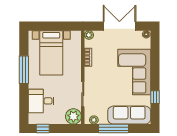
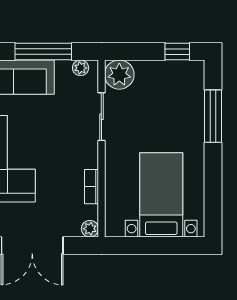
window: (24, 70) -> (213, 116), moved
desk: (41, 101) -> (180, 104), removed

